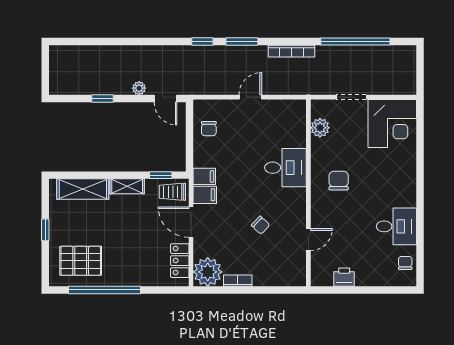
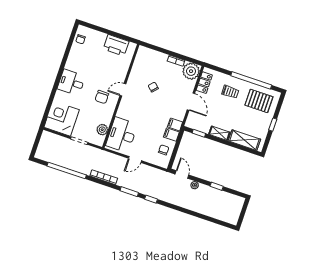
desk: (285, 168) -> (122, 135), moved, width x1.37
trolley: (172, 192) -> (230, 92), moved
filing cabinet: (205, 195) -> (171, 134), moved
desk: (396, 226) -> (71, 82), moved
door: (308, 240) -> (123, 90), moved
printer: (344, 277) -> (116, 45), width x1.87, depth x1.48

